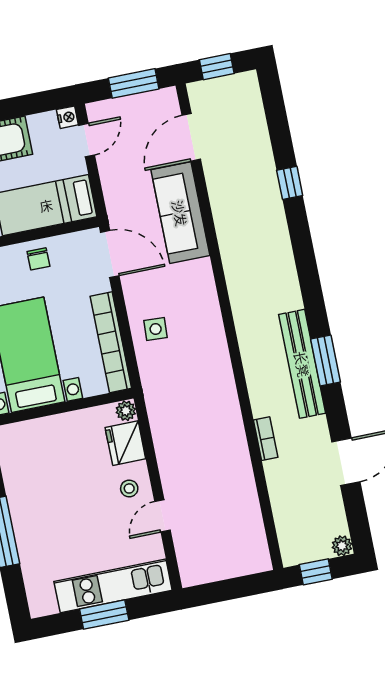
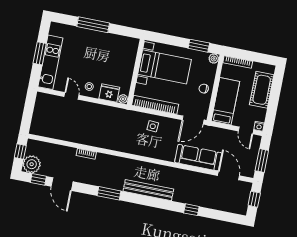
bench: (302, 364) -> (148, 190), moved
window: (356, 513) -> (38, 179), added
plant: (342, 546) -> (32, 164), width x1.88, depth x1.88

